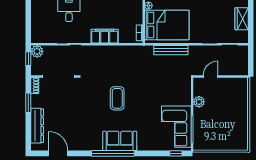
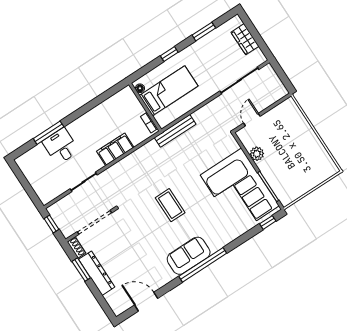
bed: (167, 25) -> (169, 91), width x0.67
bench: (171, 50) -> (175, 131), moved
plant: (37, 51) -> (56, 211), removed
dresser: (37, 126) -> (97, 273), moved
corner sofa: (176, 127) -> (240, 190), width x1.36, depth x1.36
sofa: (120, 141) -> (189, 256), moved

